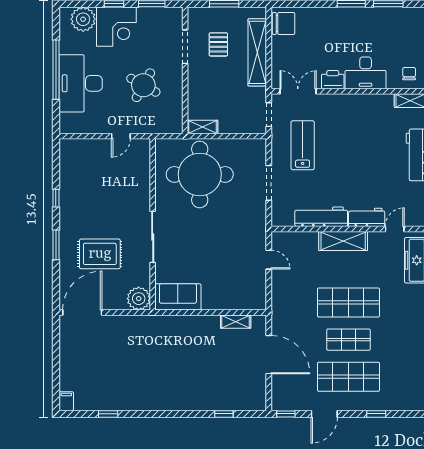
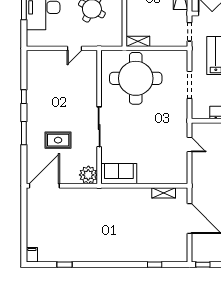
rug: (100, 254) -> (58, 140), width x0.73, depth x0.70

